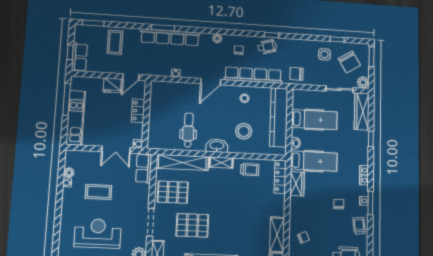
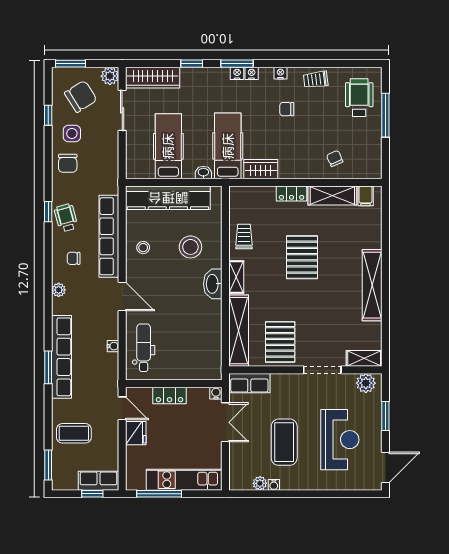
chair: (297, 74) -> (68, 163), moved
dental chair: (188, 130) -> (144, 348), moved, turned 90
locker: (280, 177) -> (292, 194), moved, width x0.66
coffee table: (99, 192) -> (284, 442), width x1.36, depth x1.32
window: (370, 203) -> (237, 64), moved
pallet: (192, 225) -> (302, 257), moved
reception desk: (98, 233) -> (340, 440), turned 180

